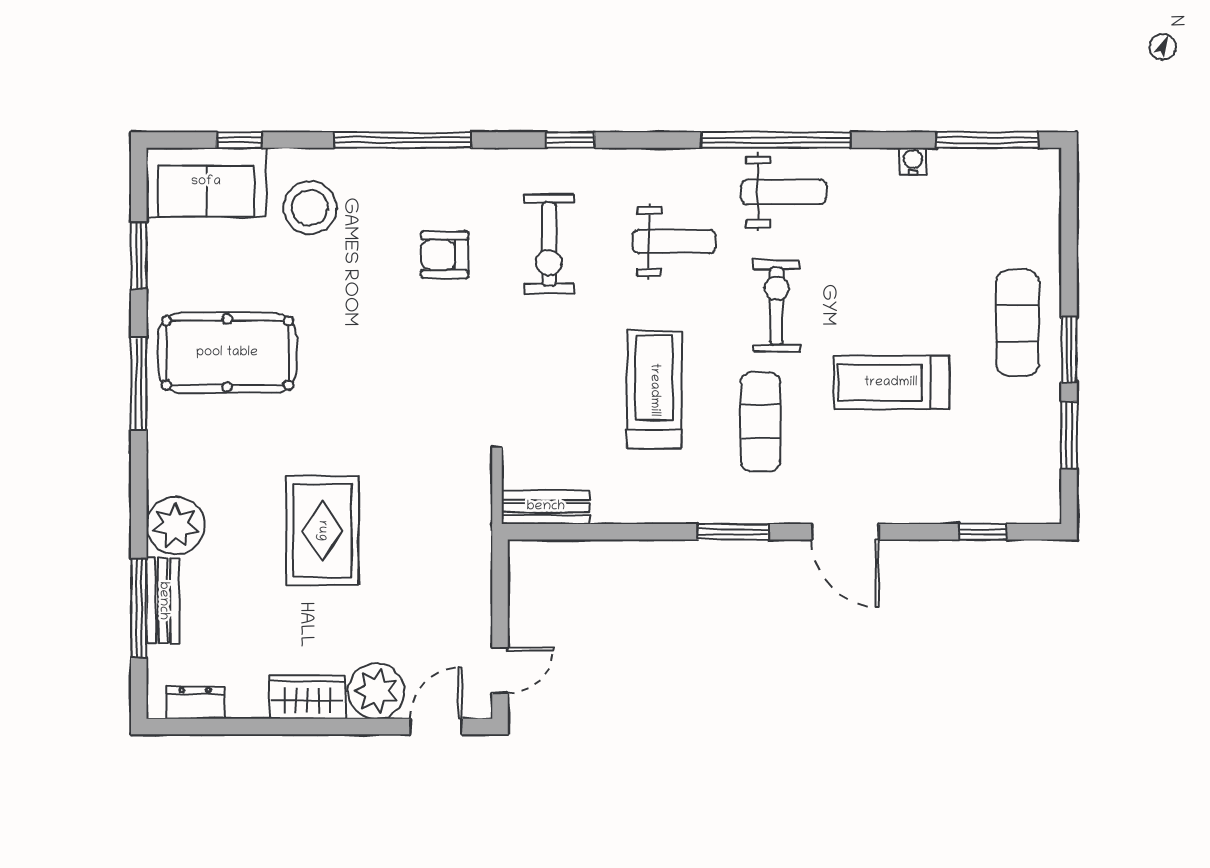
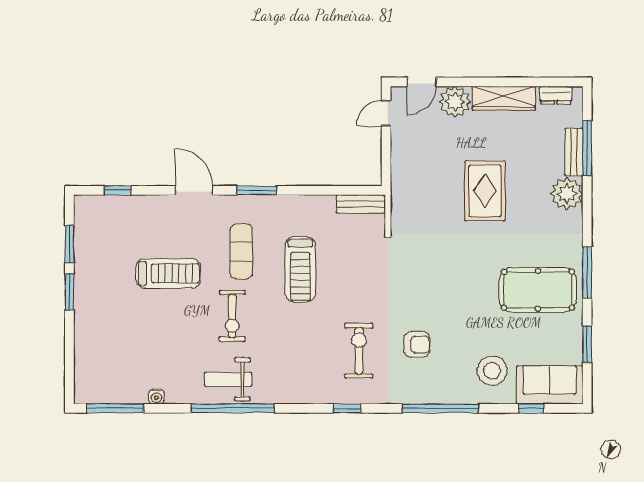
weight bench: (674, 241) -> (289, 352), removed
exercise mat: (1017, 323) -> (98, 307), removed
wardrobe: (307, 697) -> (504, 98), width x1.50

